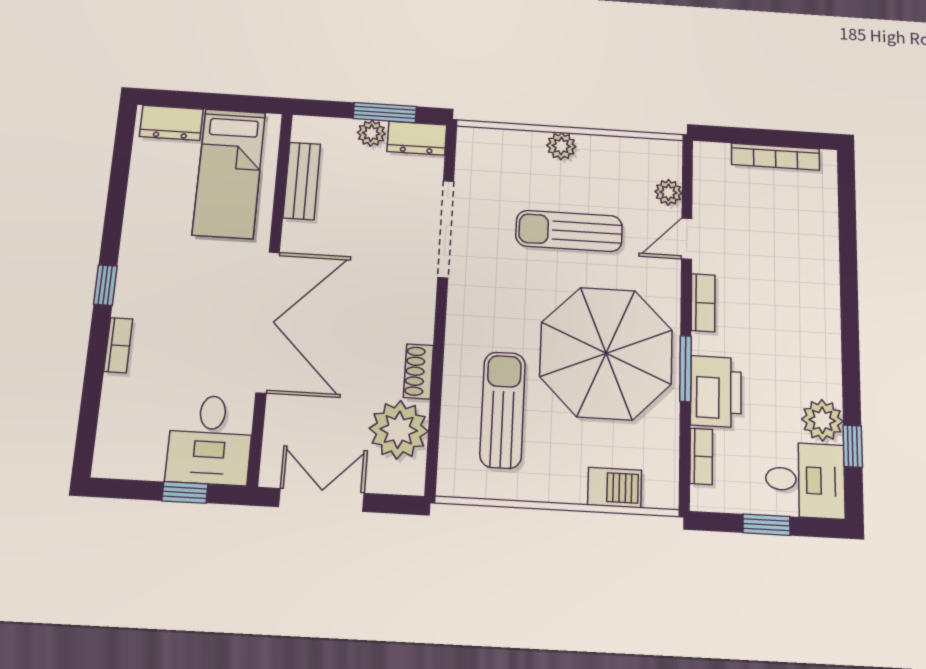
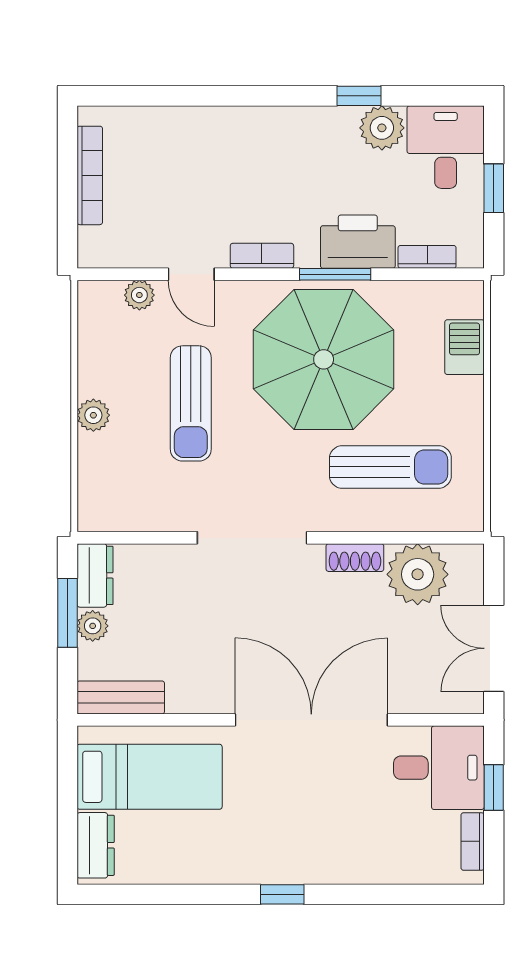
bench: (302, 181) -> (121, 697), moved
doorway: (446, 229) -> (252, 538), moved
bookcase: (118, 345) -> (473, 841), moved, turned -90
sun lounger: (503, 410) -> (390, 467), turned 180
window: (853, 446) -> (359, 96), moved

